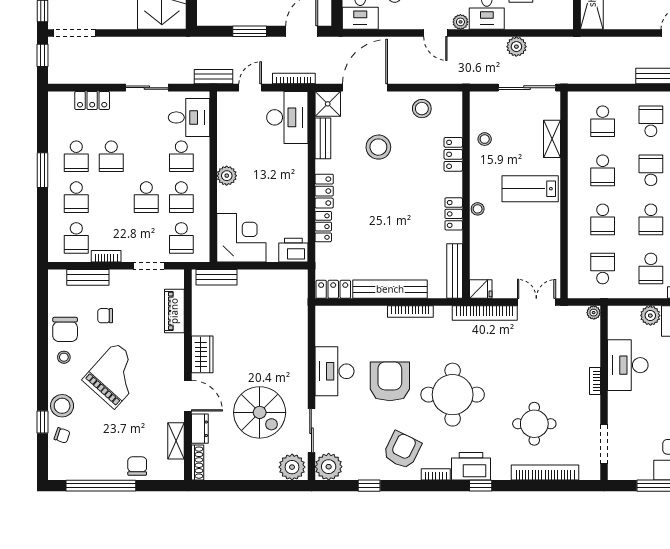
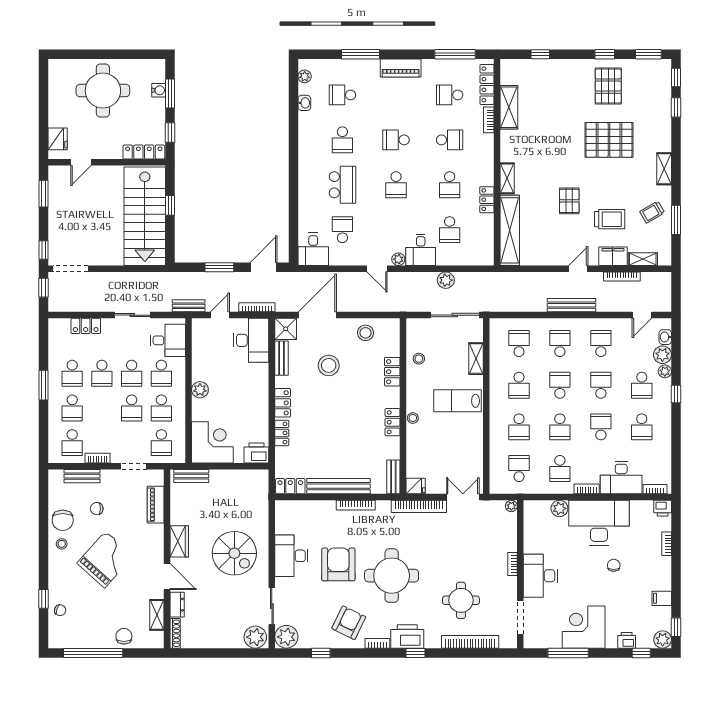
school desk: (603, 121) -> (519, 344), turned 180
school desk: (146, 156) -> (132, 373), added
bench: (455, 271) -> (393, 477), width x0.73
desk: (628, 365) -> (540, 576), moved
stool: (62, 406) -> (60, 585), removed
spiral stairs: (260, 412) -> (234, 553), moved

